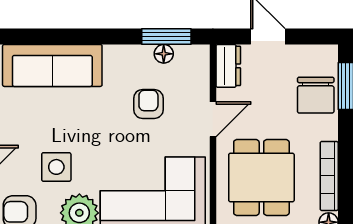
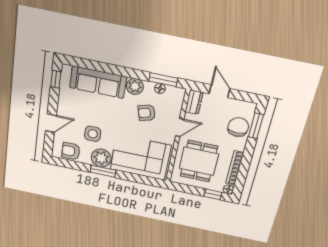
plant: (119, 59) -> (135, 86), added
chair: (316, 95) -> (238, 127), turned 180
armchair: (148, 104) -> (147, 113), turned -106

